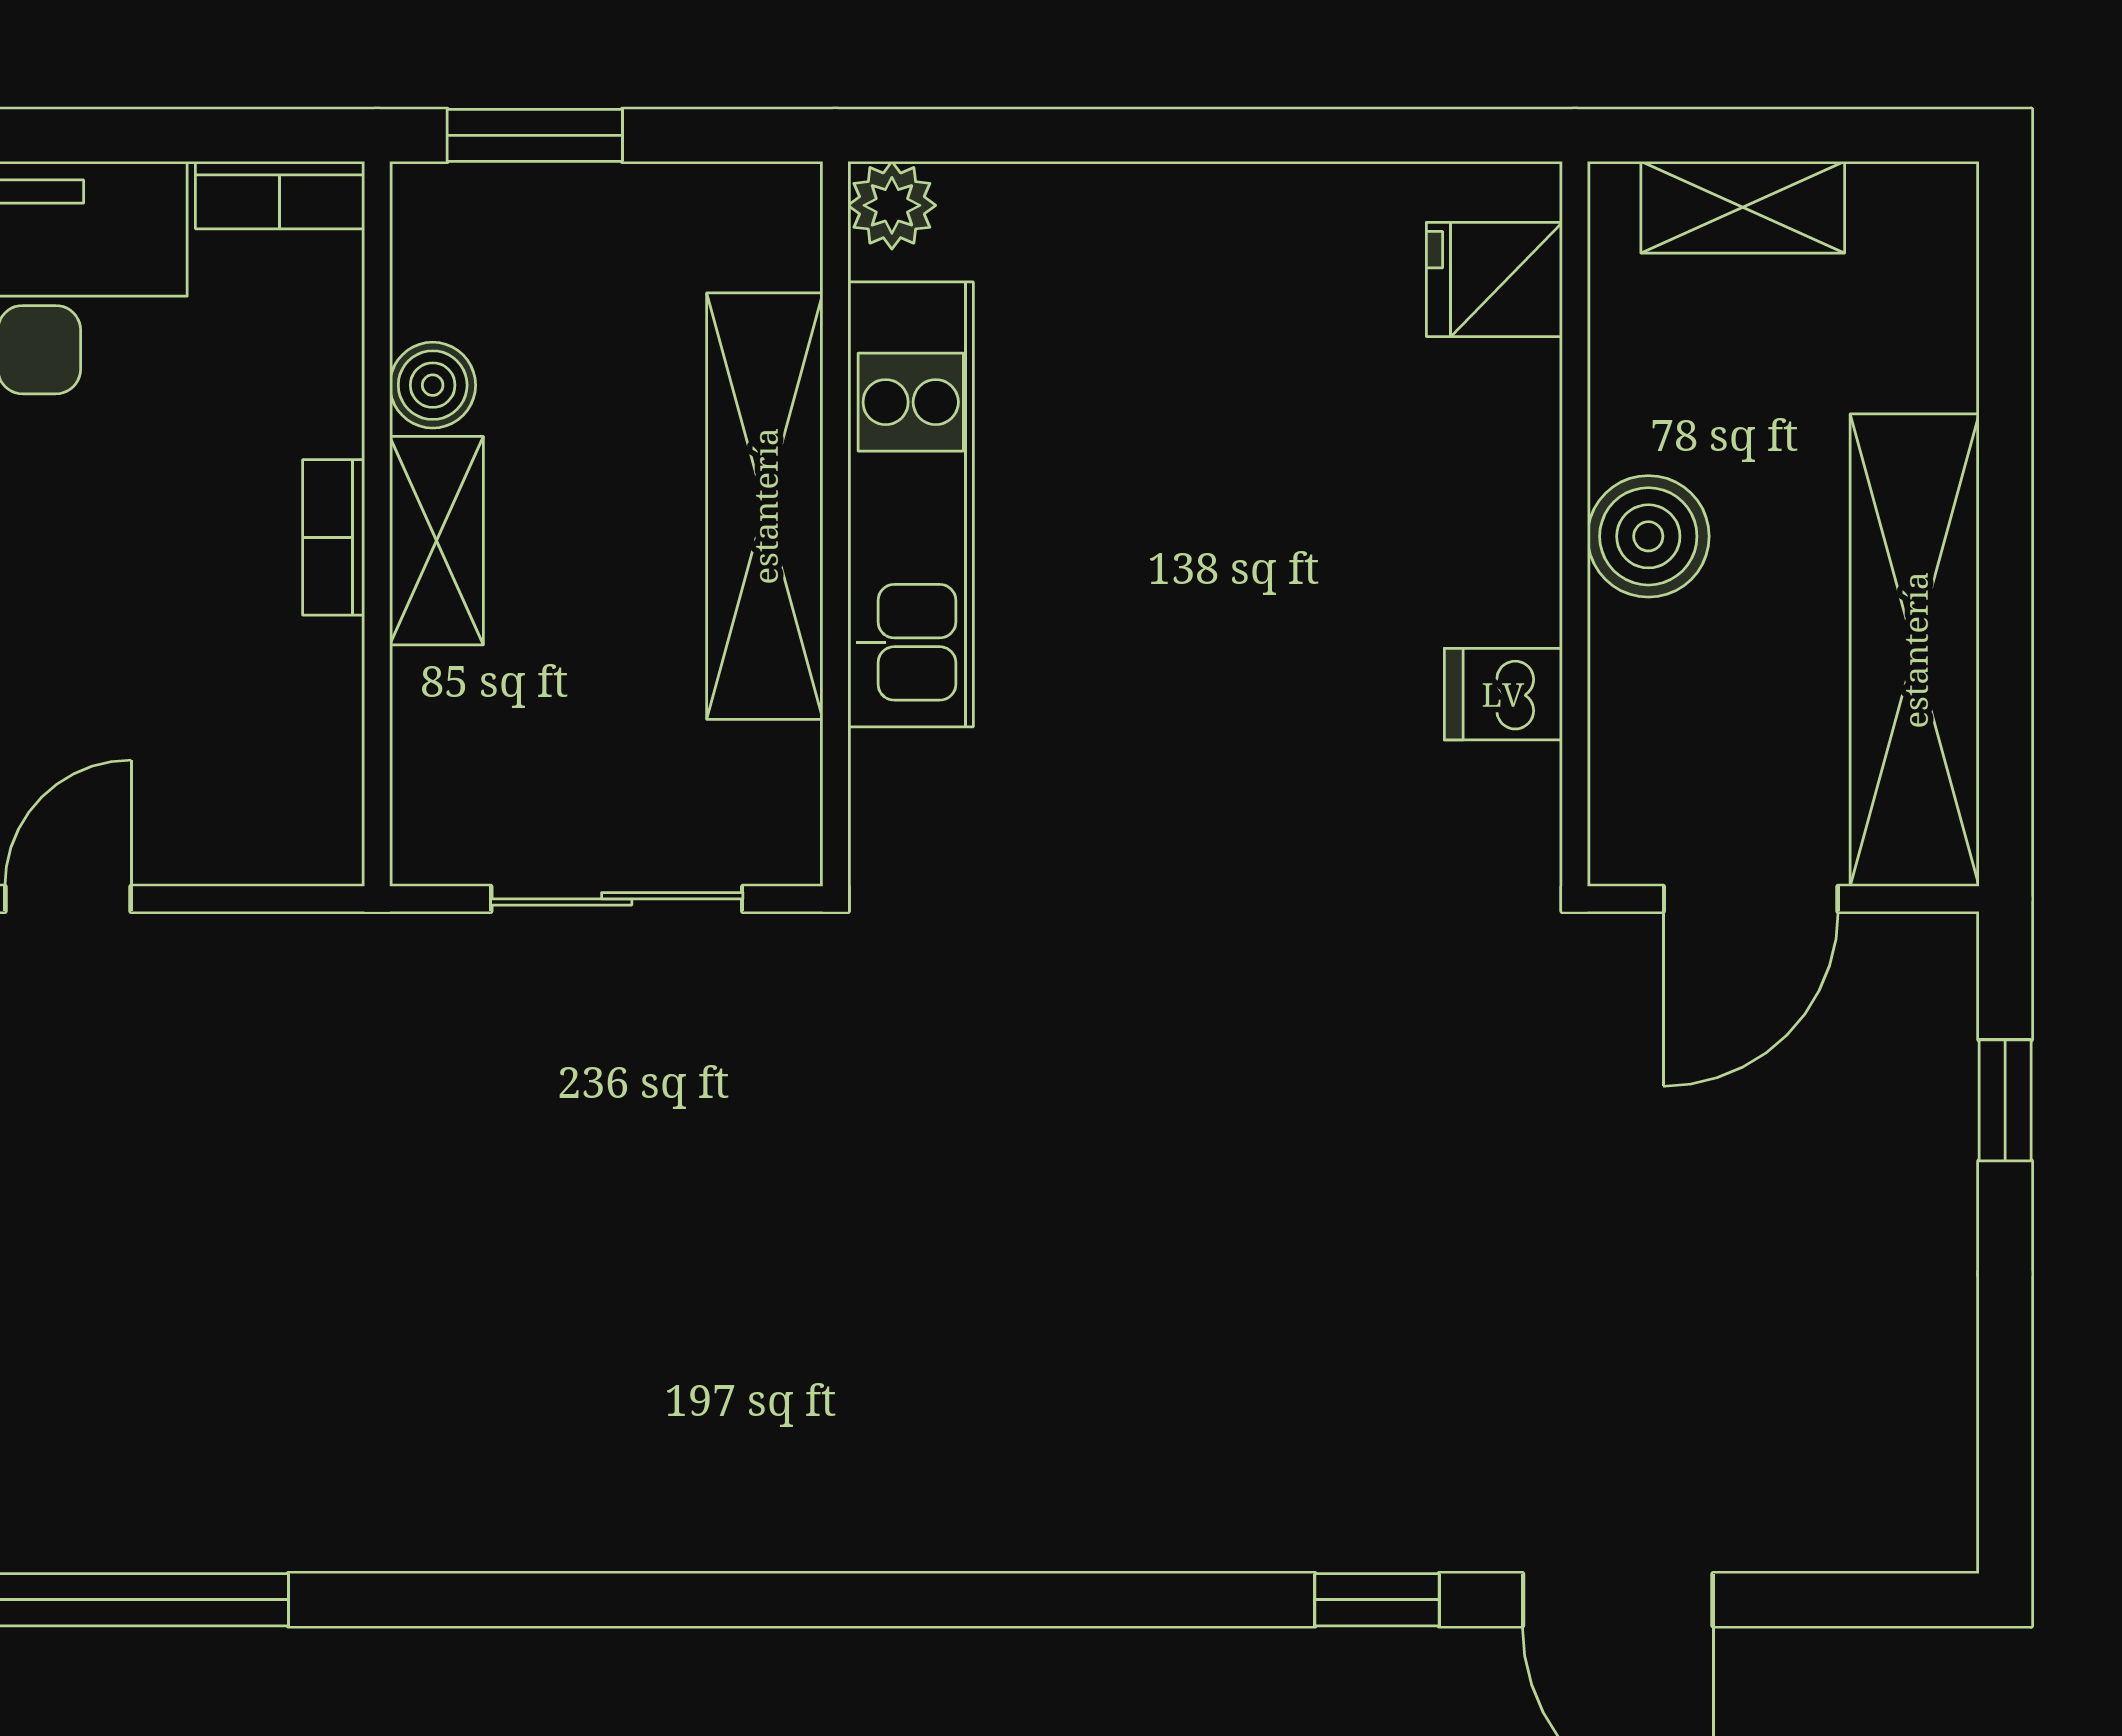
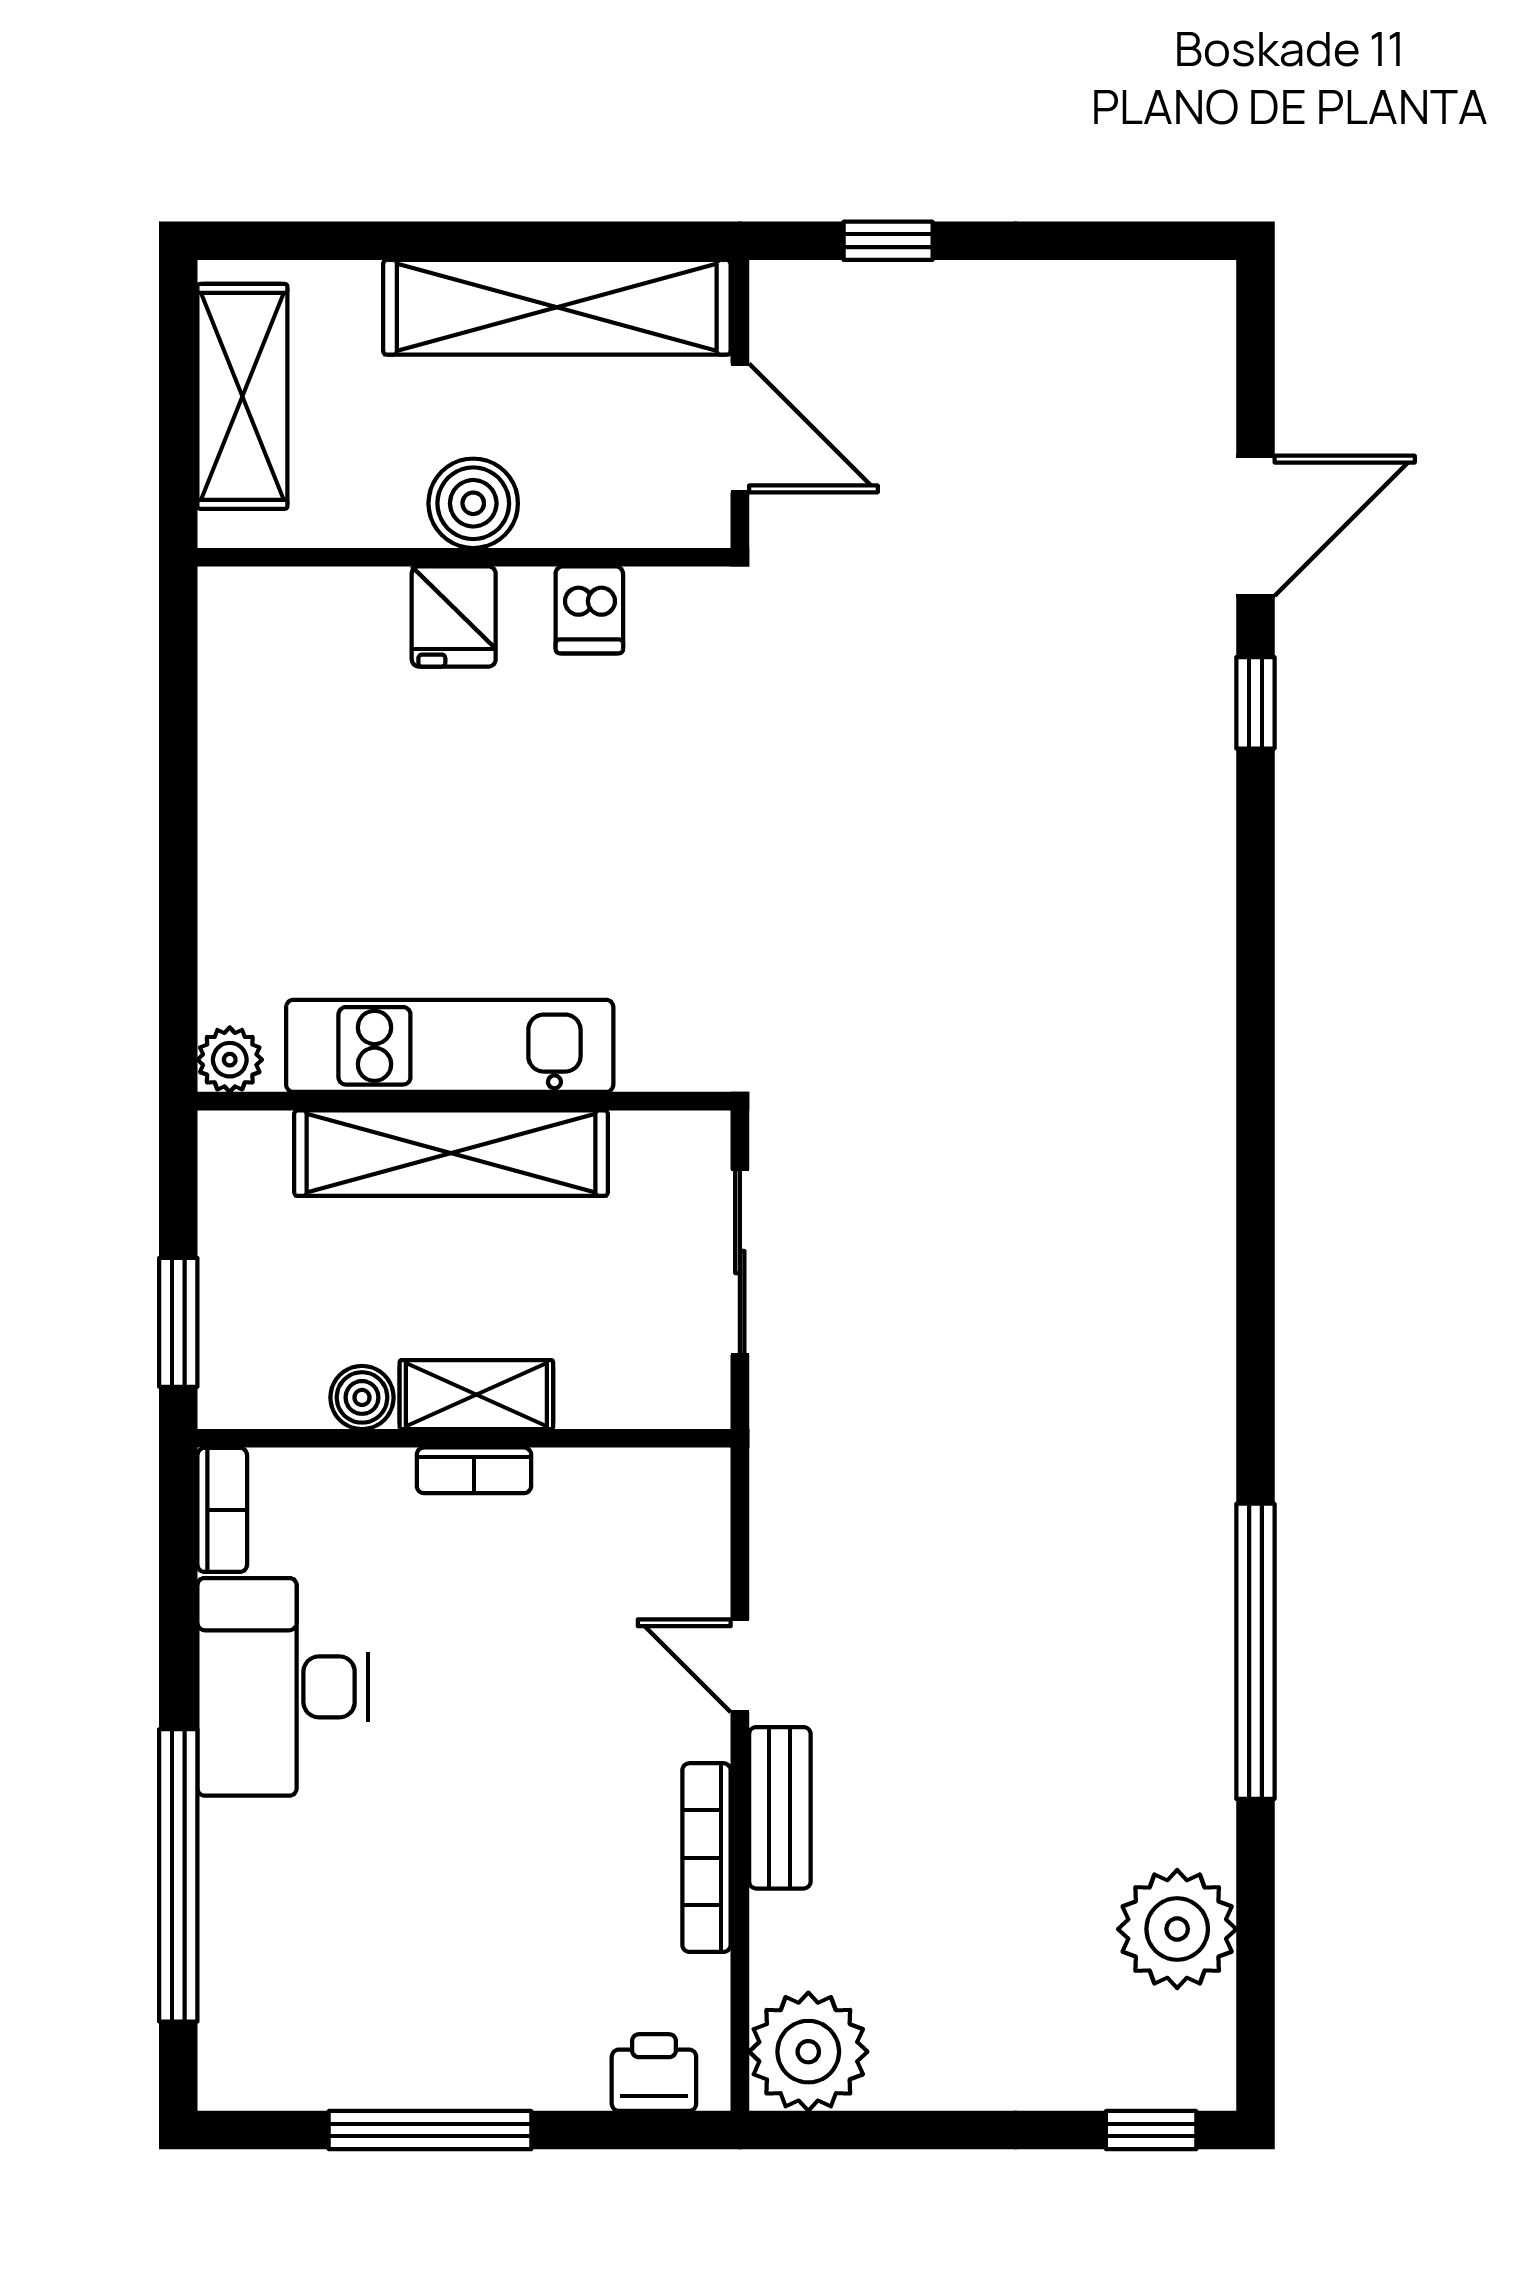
shelving: (1743, 207) -> (242, 396), width x1.50, depth x1.33
fridge: (1494, 279) -> (454, 616), moved

